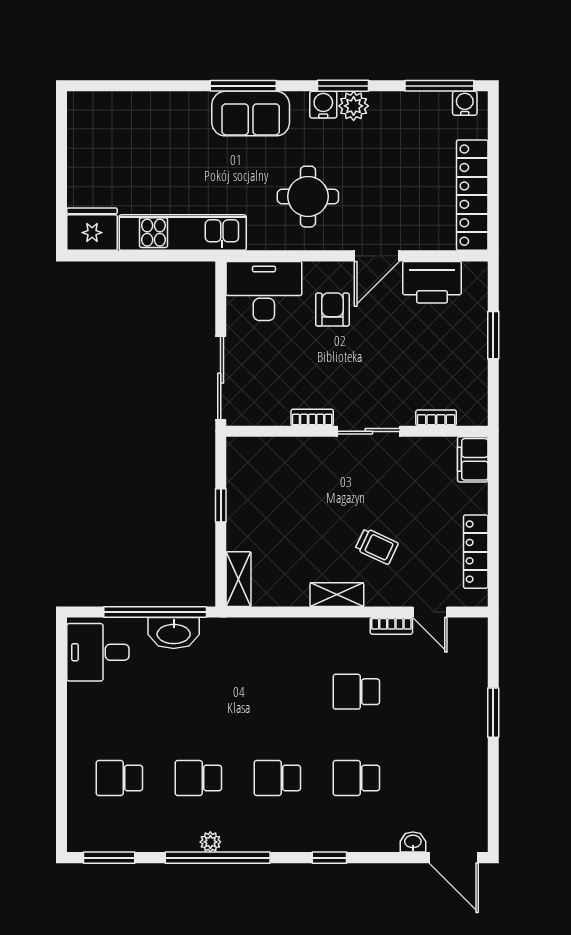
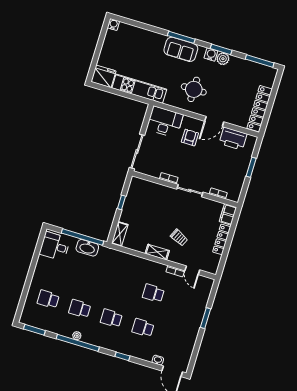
water cooler: (465, 103) -> (113, 24), moved
locker: (476, 552) -> (222, 239), moved

